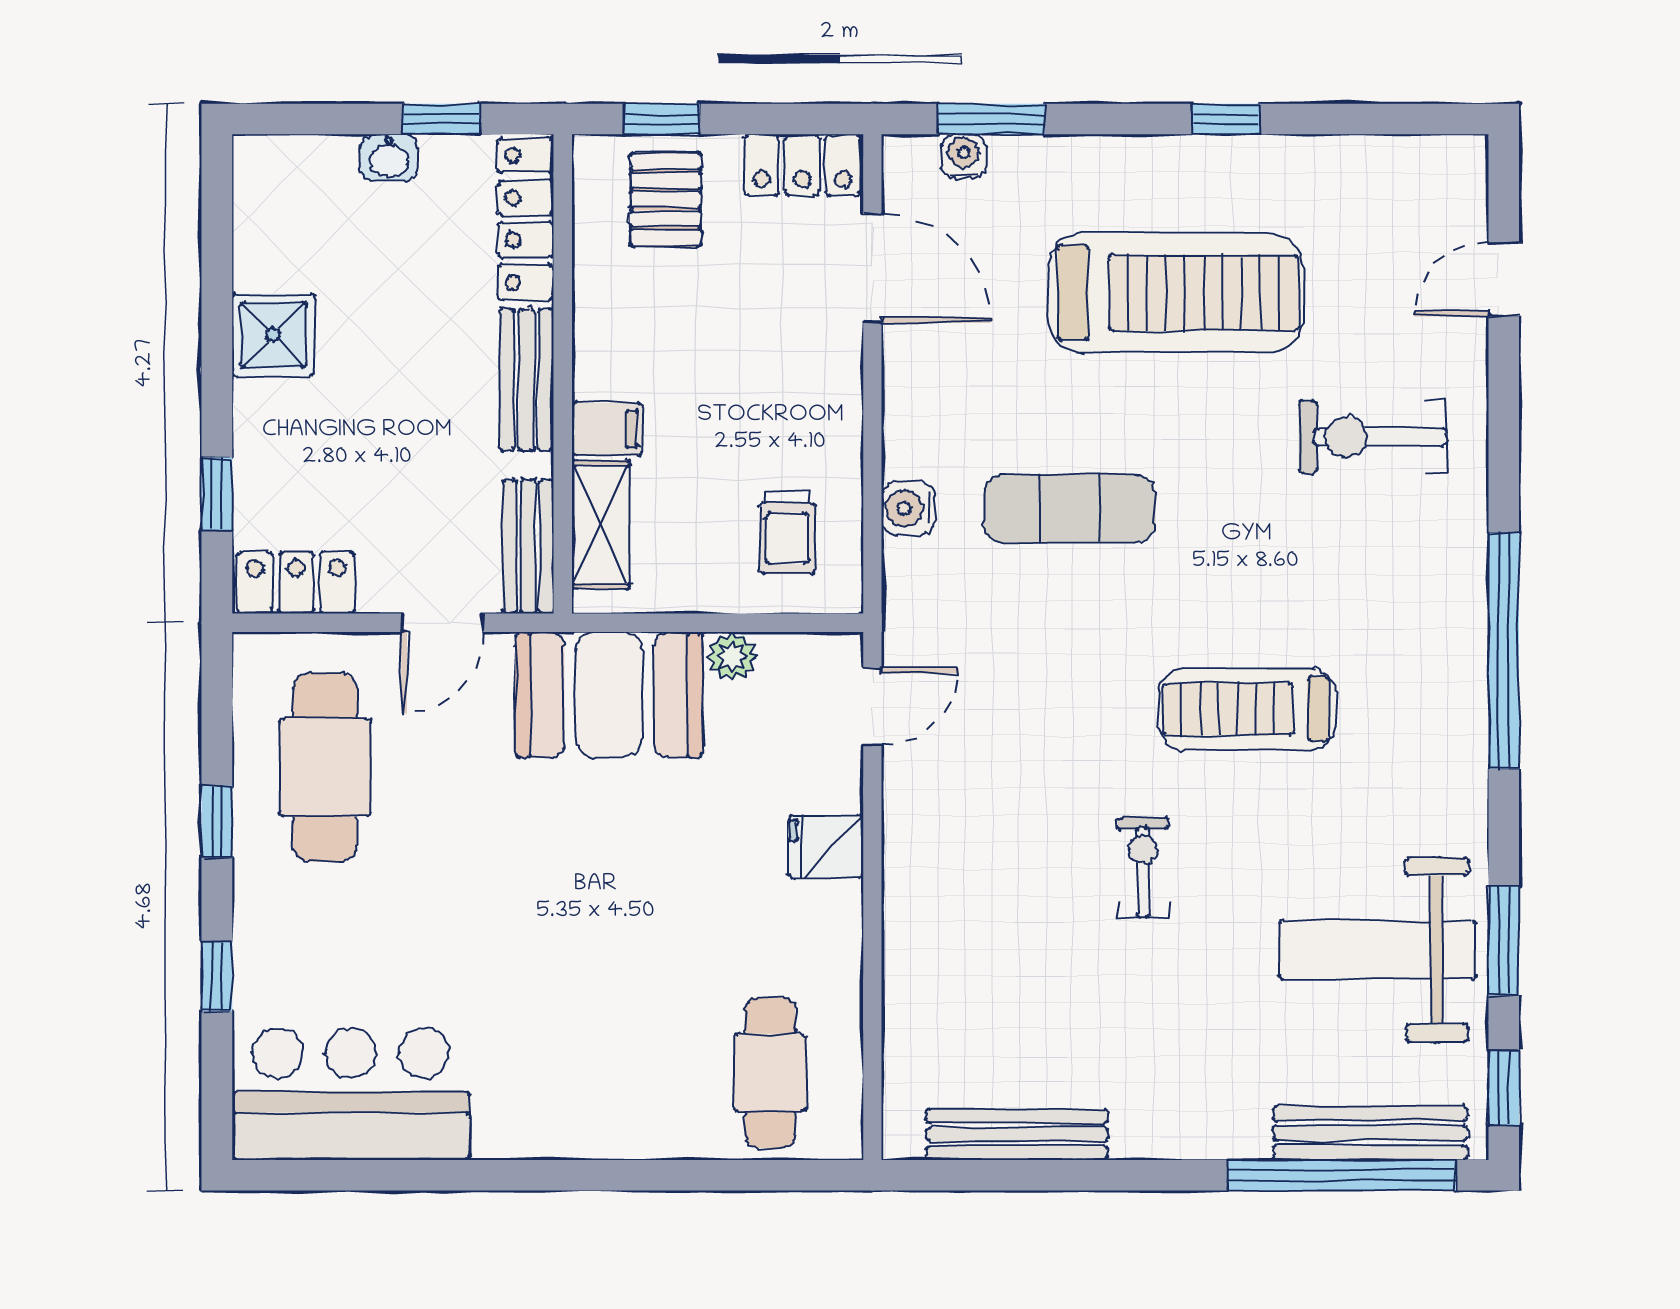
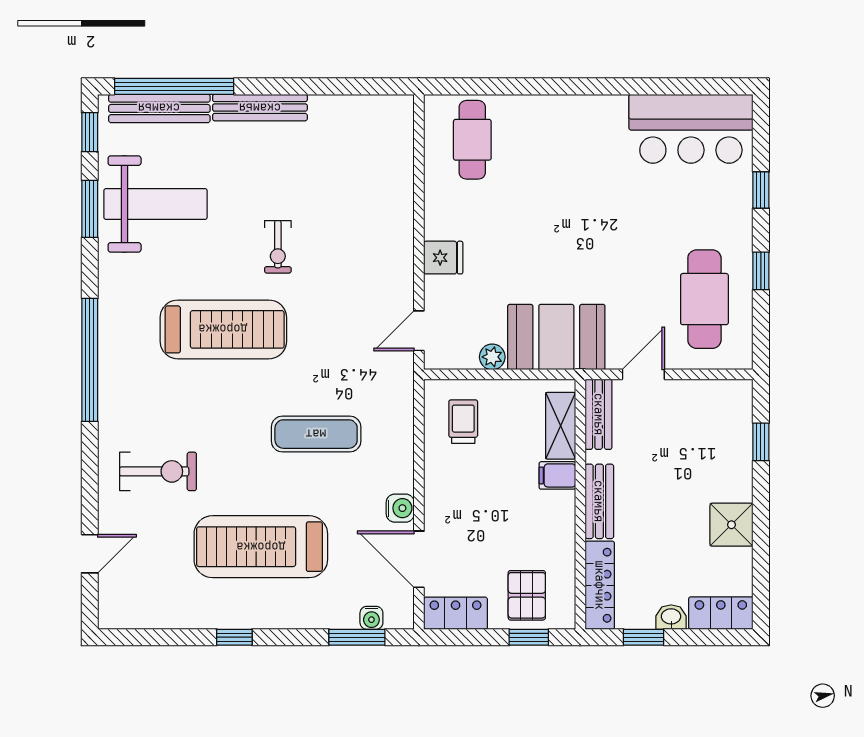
water cooler: (908, 508) -> (400, 508), moved
locker: (296, 583) -> (721, 613), moved, turned 180
treadmill: (1247, 709) -> (223, 329), width x1.37, depth x1.38
bench: (1017, 1135) -> (260, 108), moved

